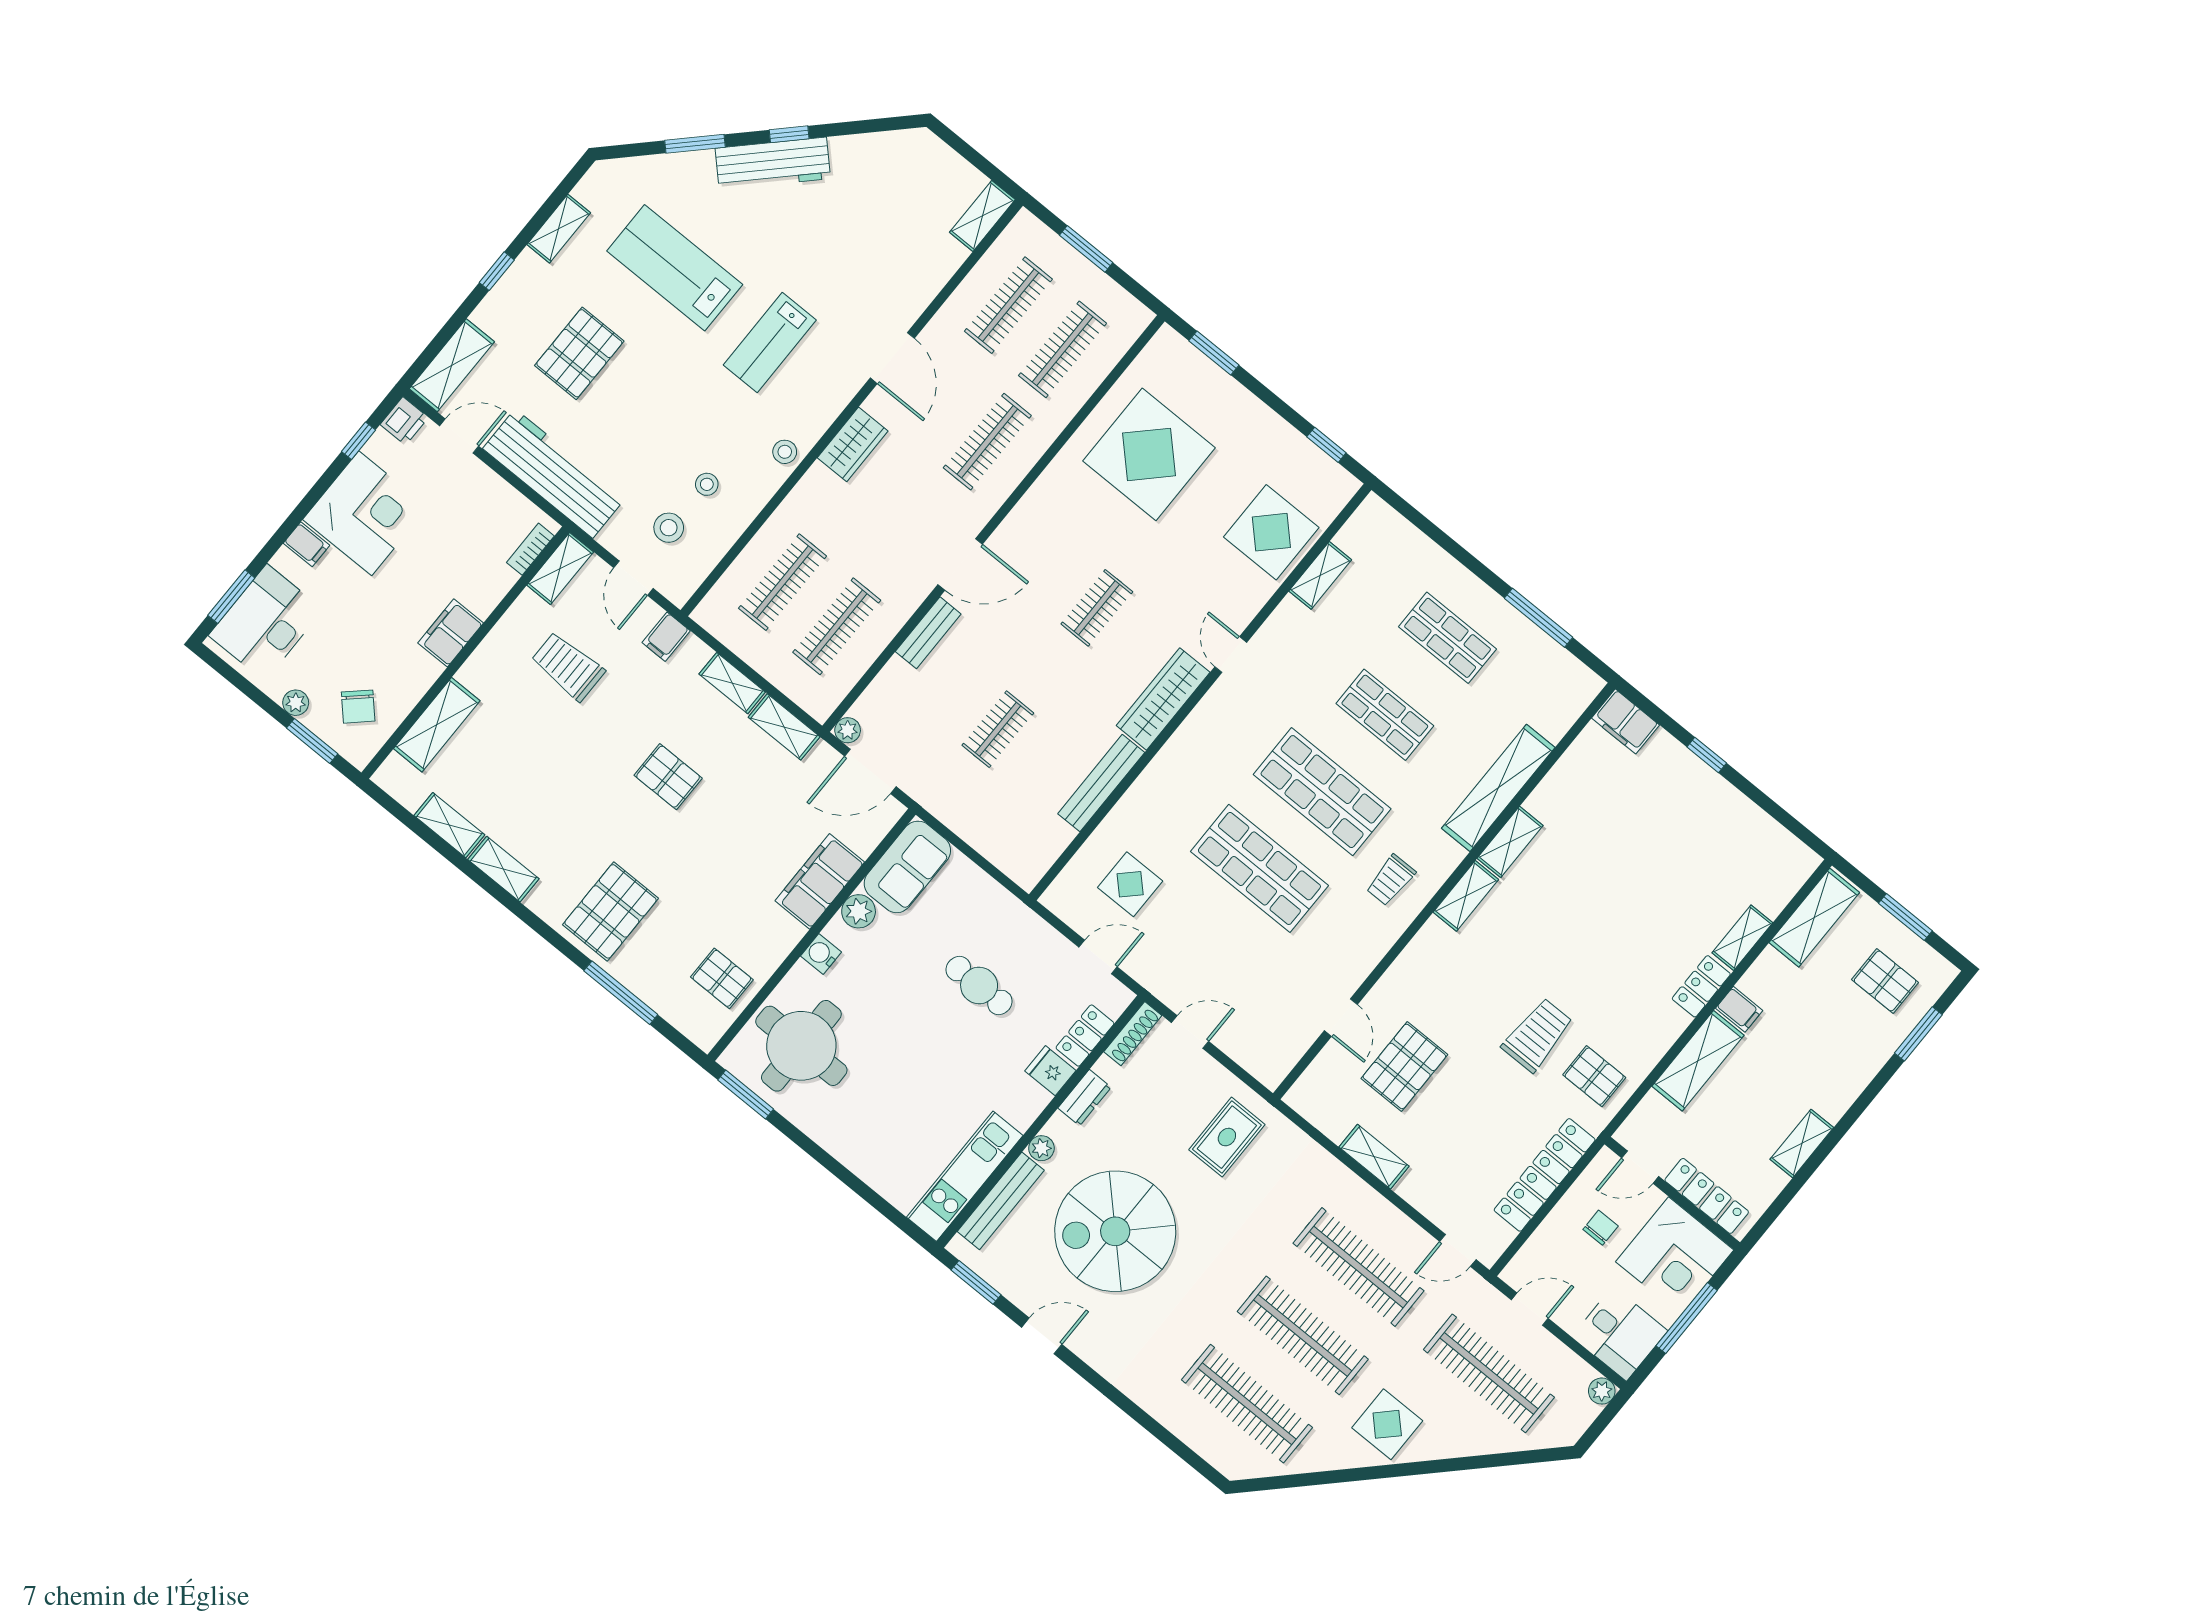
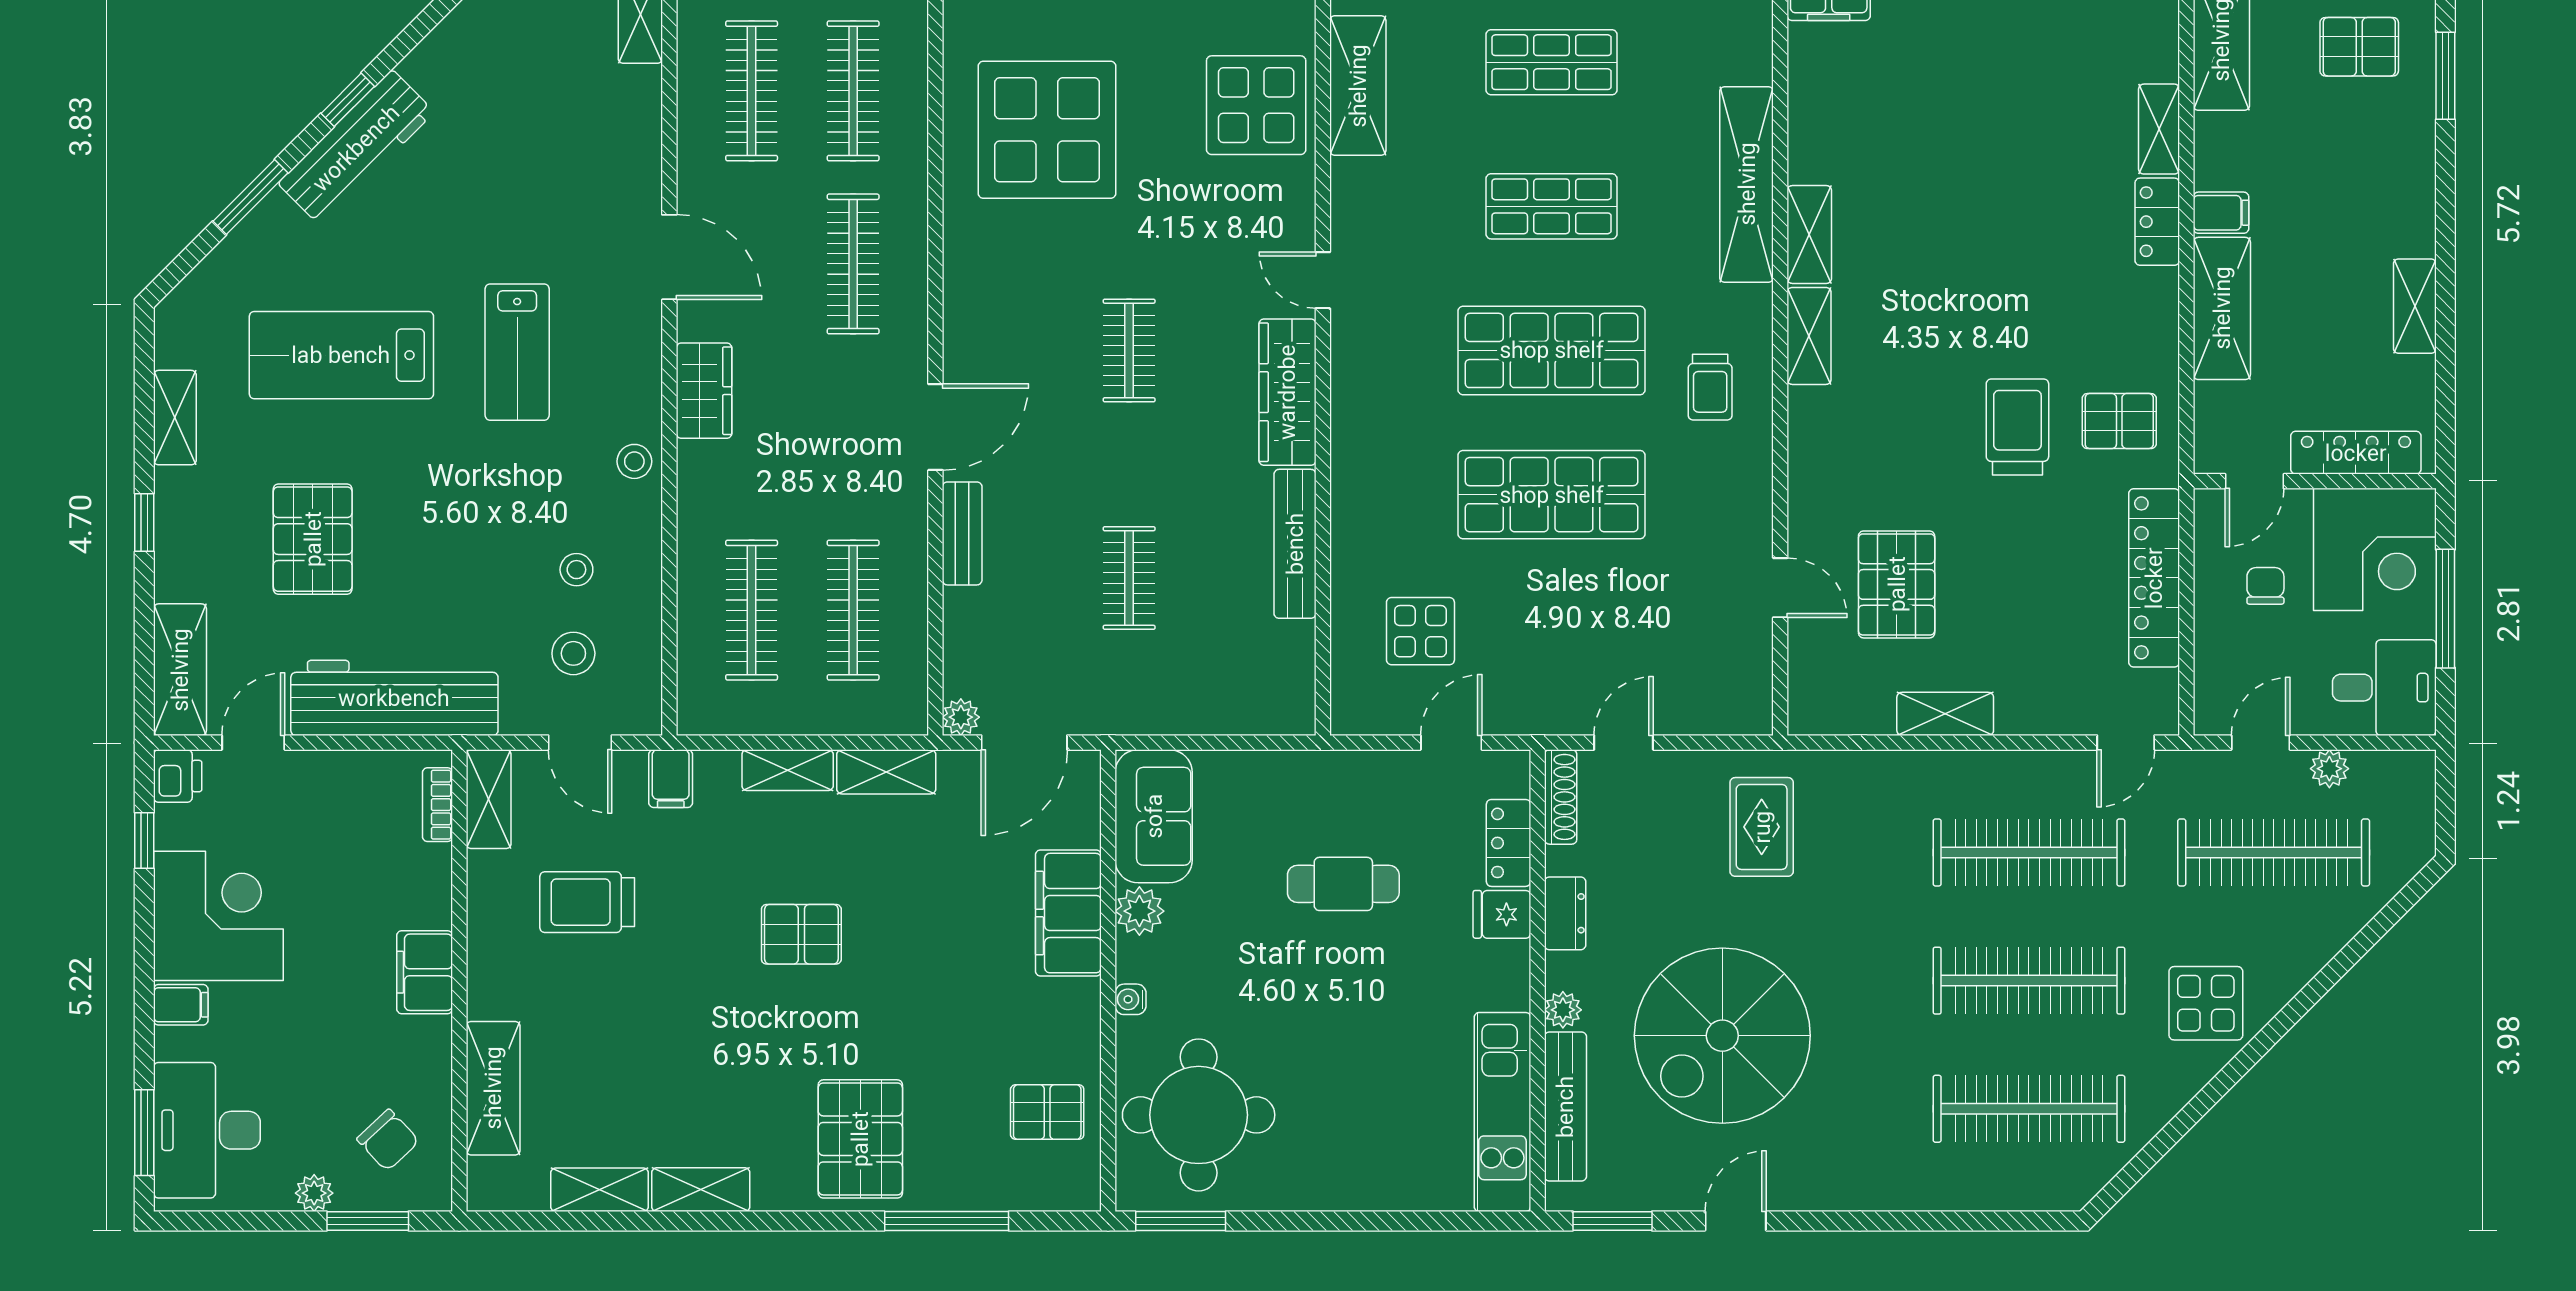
shelving: (1320, 575) -> (1358, 86), width x1.50, depth x1.33
water cooler: (821, 954) -> (1130, 999), width x0.72, depth x0.72
plant: (1602, 1391) -> (2329, 769), moved

